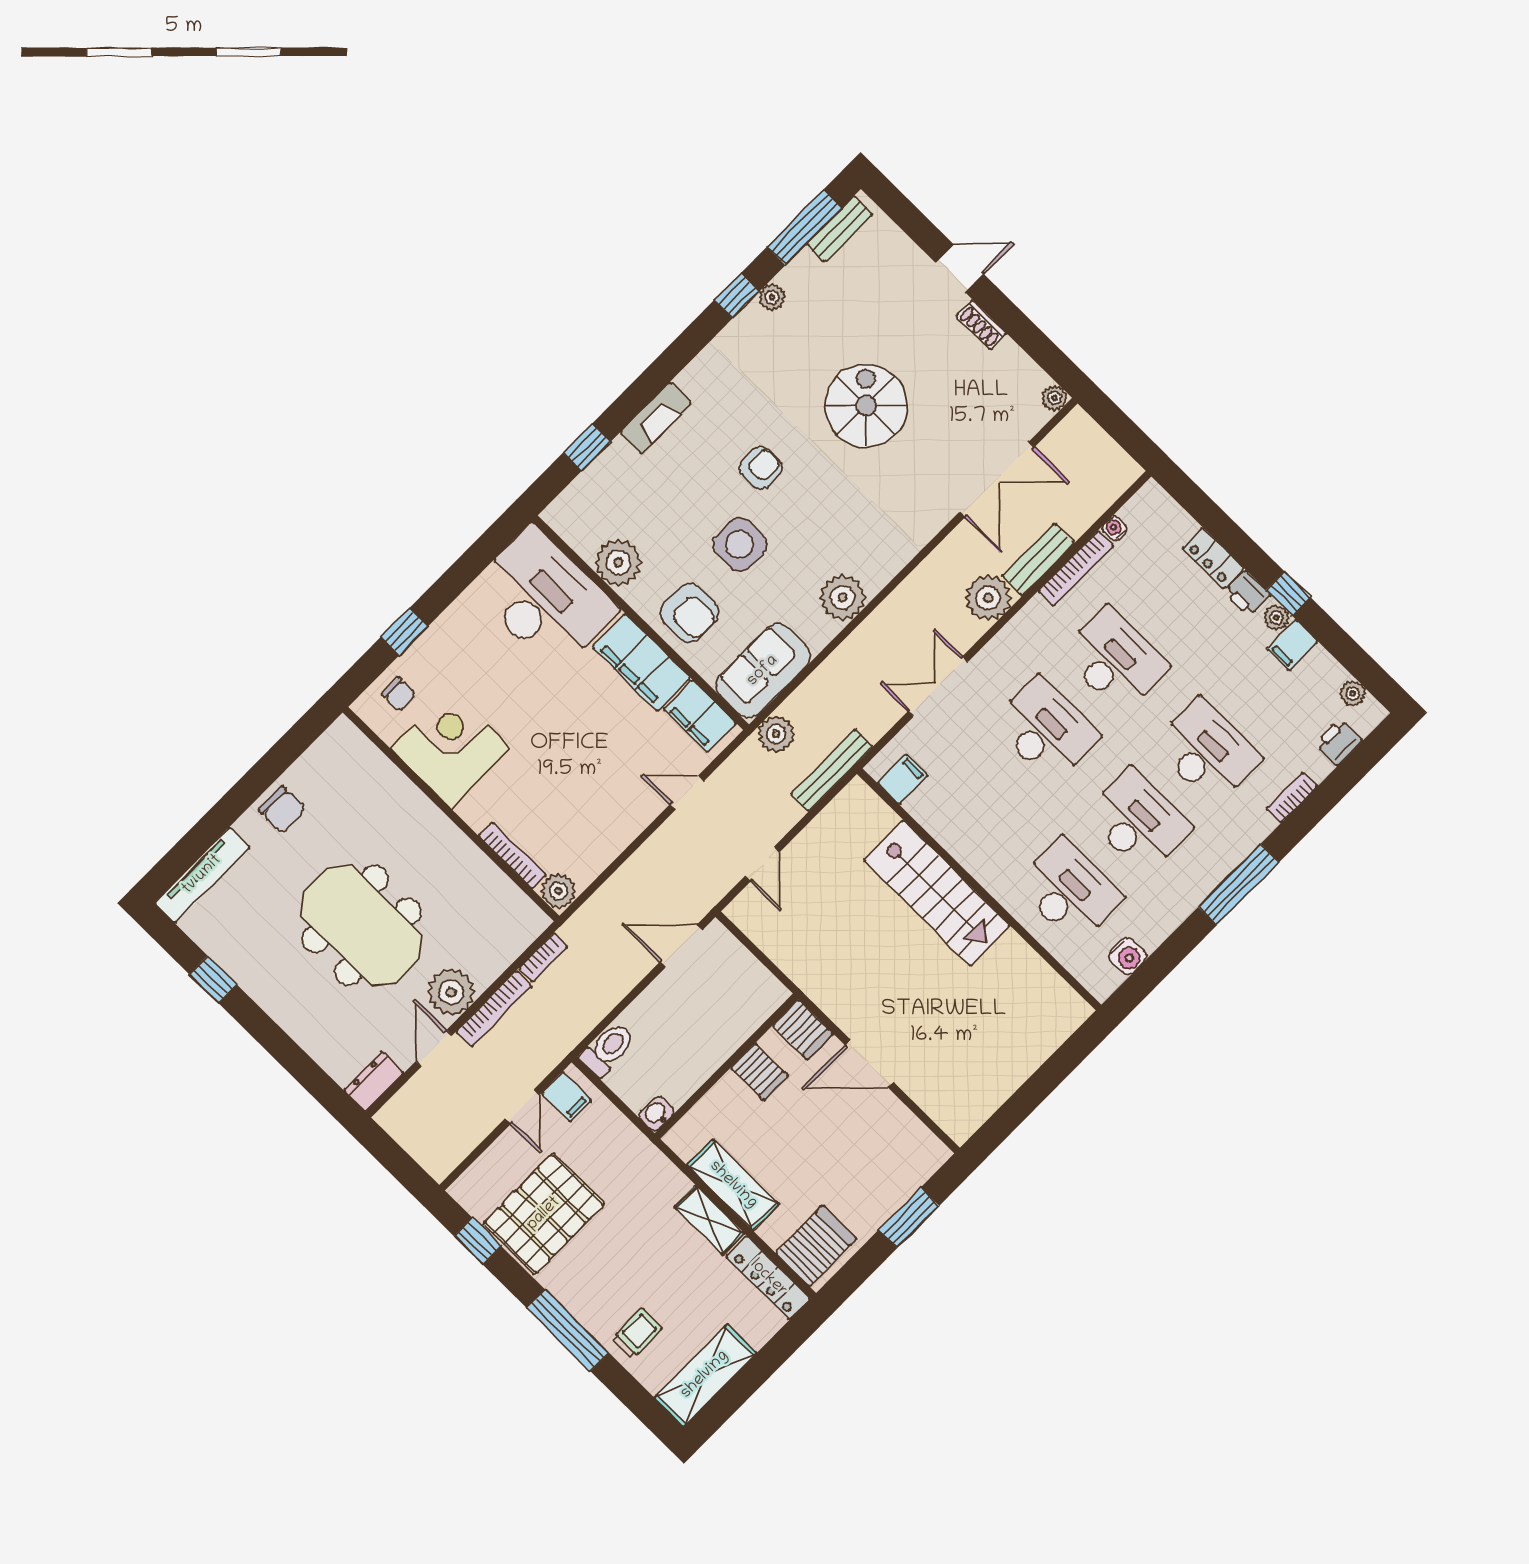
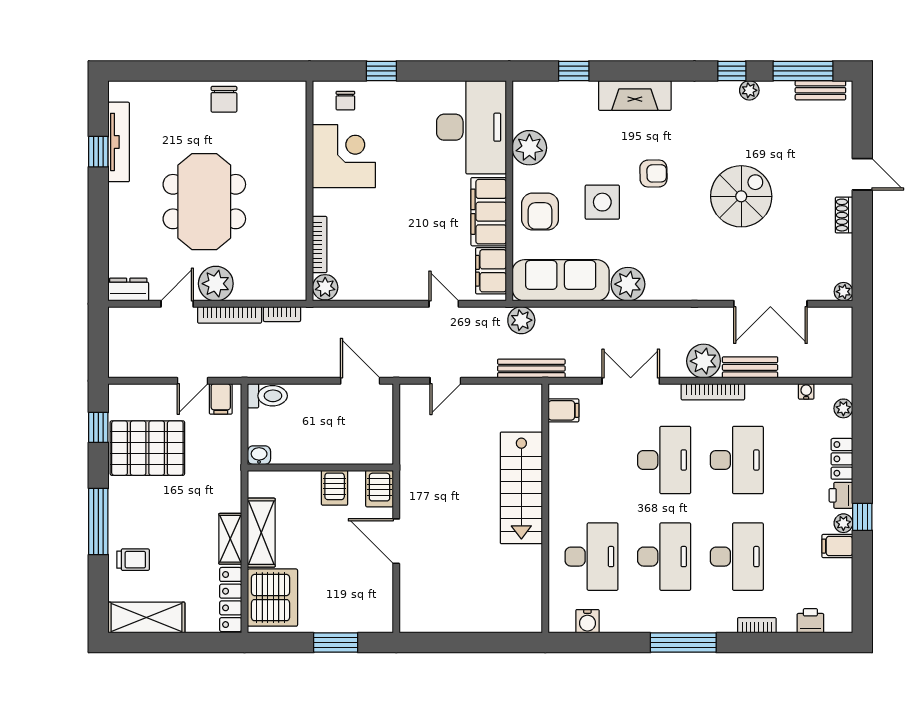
fireplace: (656, 418) -> (635, 95), width x1.37, depth x1.32
bookcase: (1076, 568) -> (713, 392), moved
sofa: (763, 671) -> (561, 280), width x1.36
plant: (1353, 693) -> (843, 408), moved
tv unit: (202, 875) -> (119, 142), moved, turned -90
server rack: (816, 1246) -> (272, 598), width x1.60

